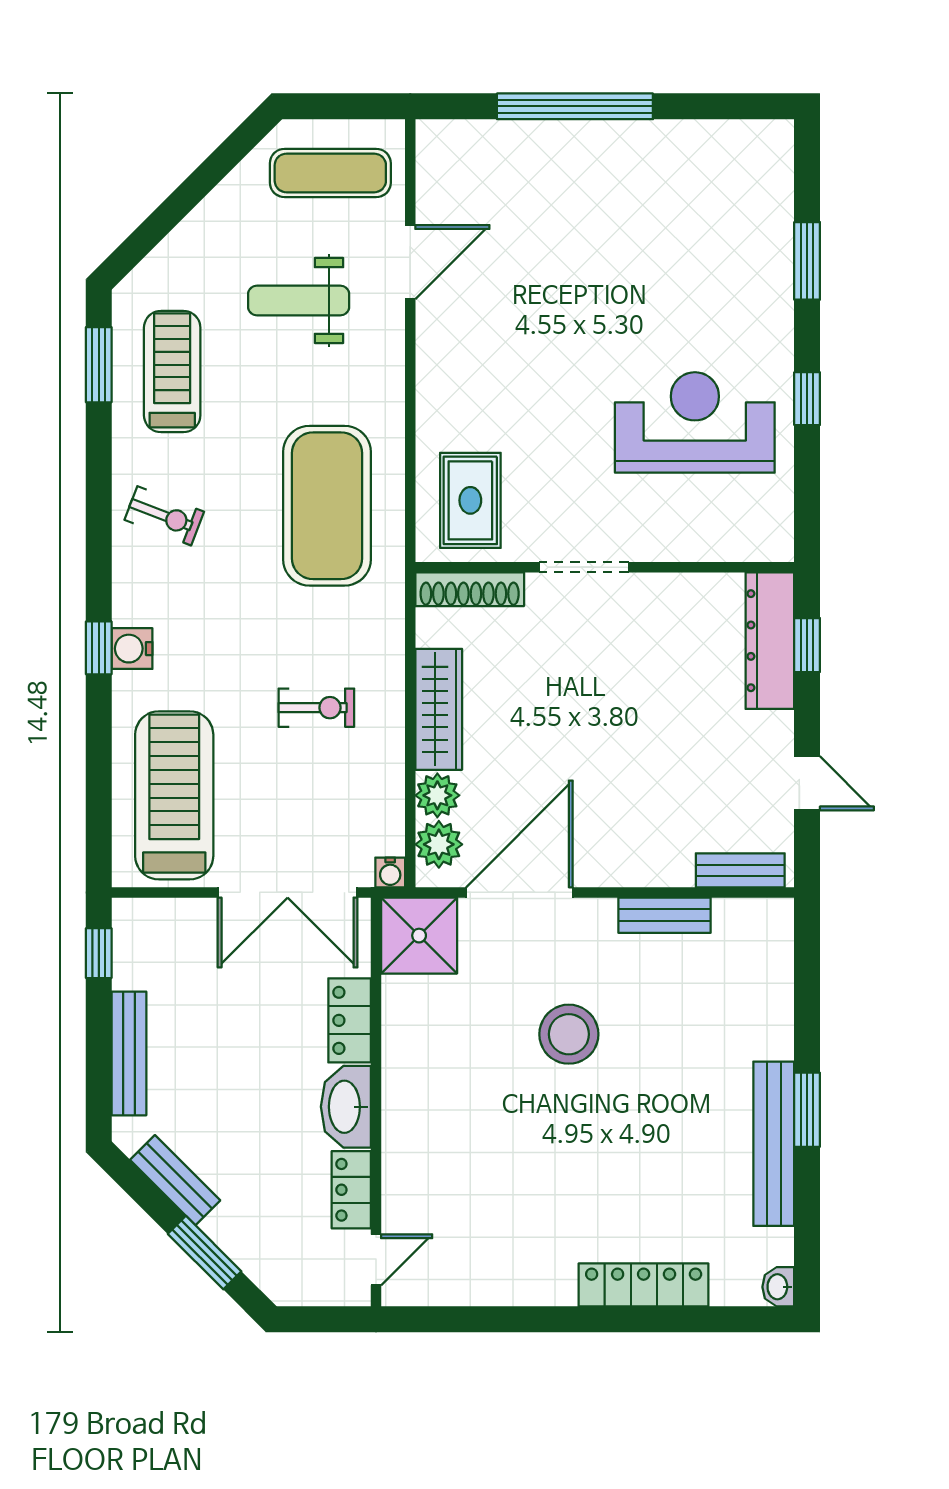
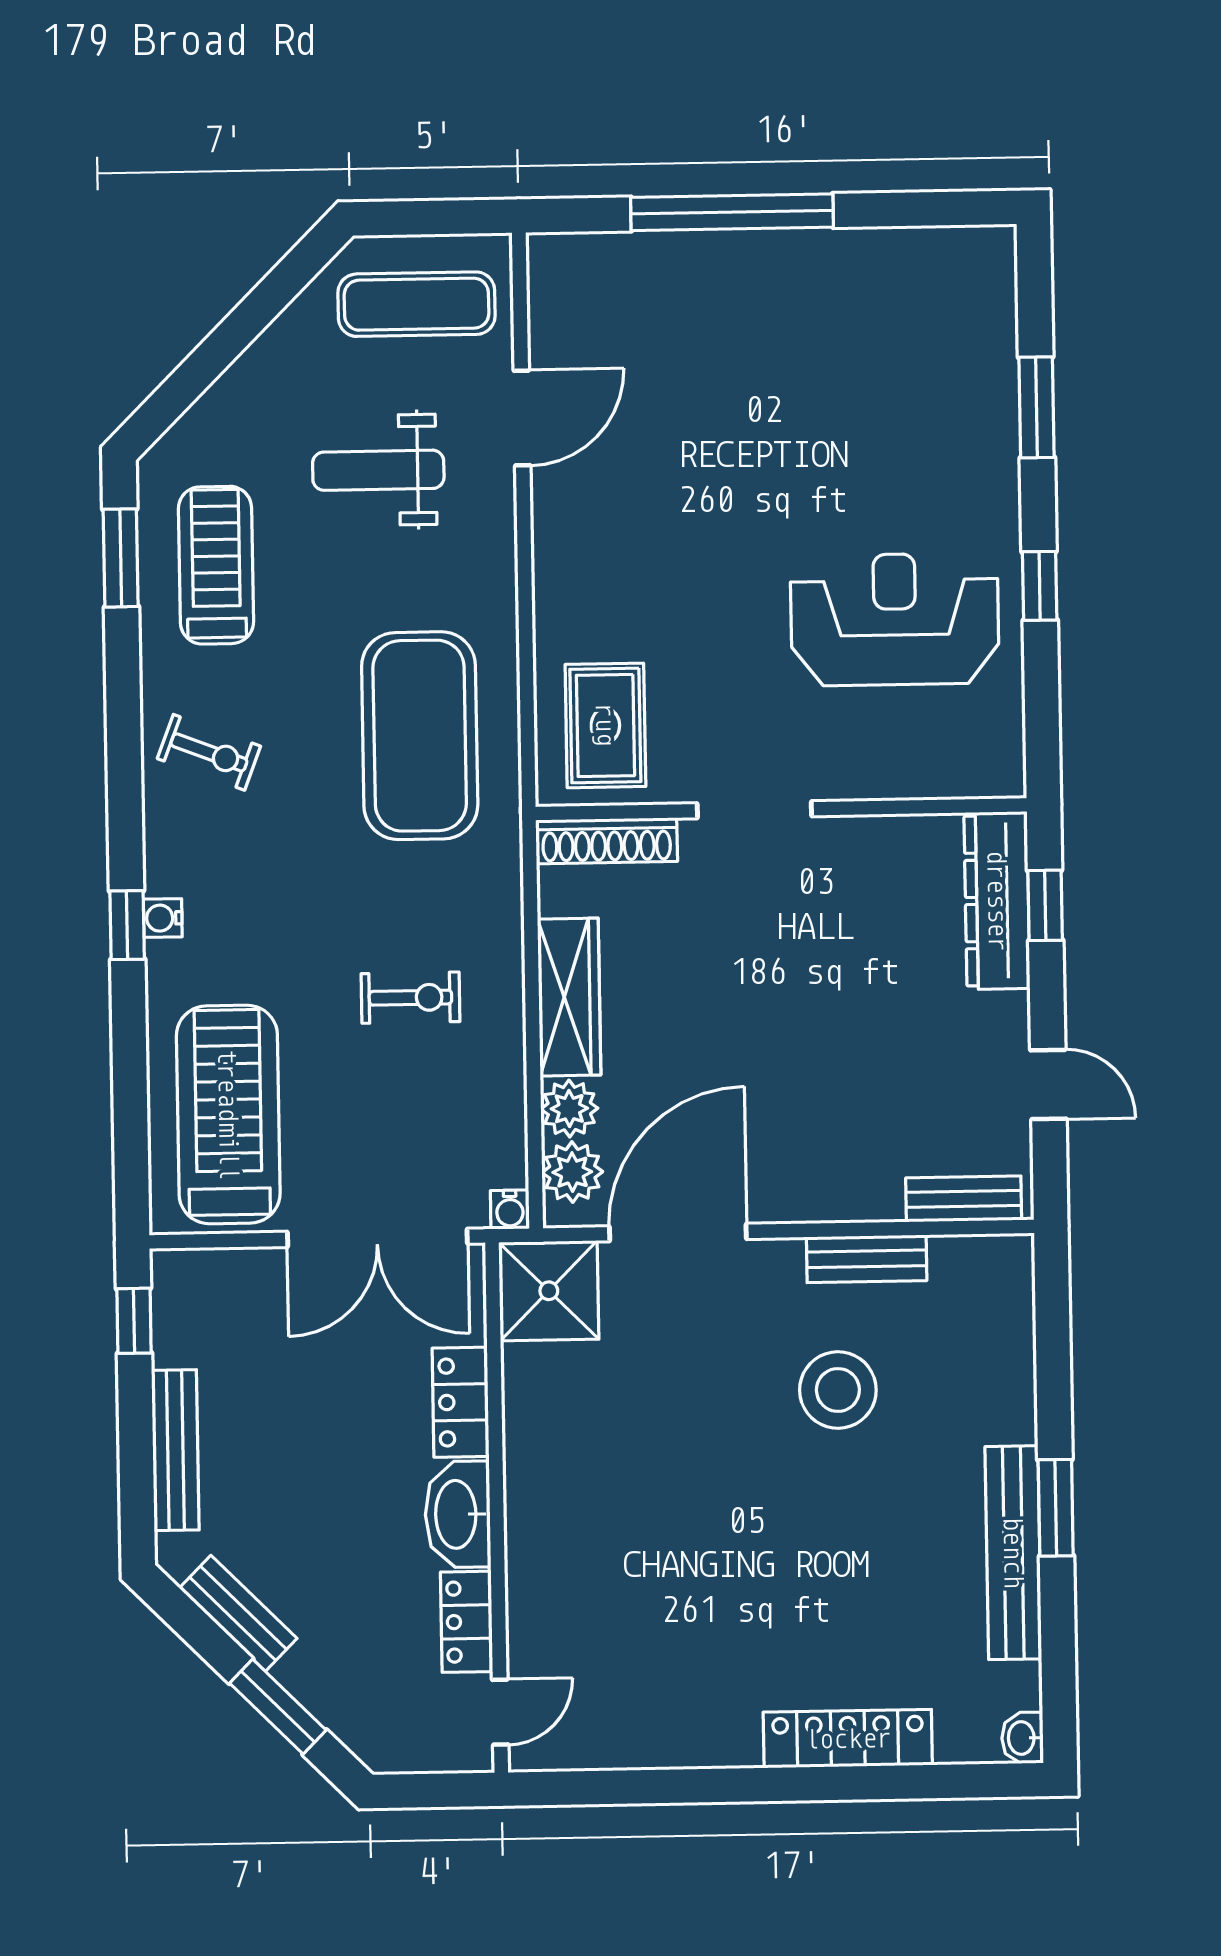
water cooler: (132, 649) -> (163, 918), width x0.72, depth x0.72
stool: (569, 1034) -> (838, 1390), moved

